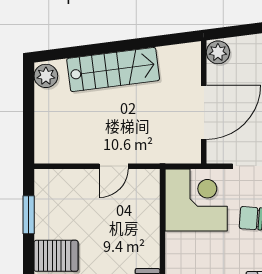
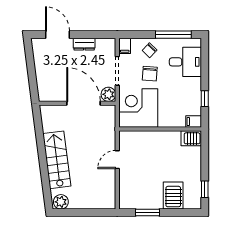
plant: (218, 52) -> (108, 94), moved
door: (114, 166) -> (117, 160), swing flipped

